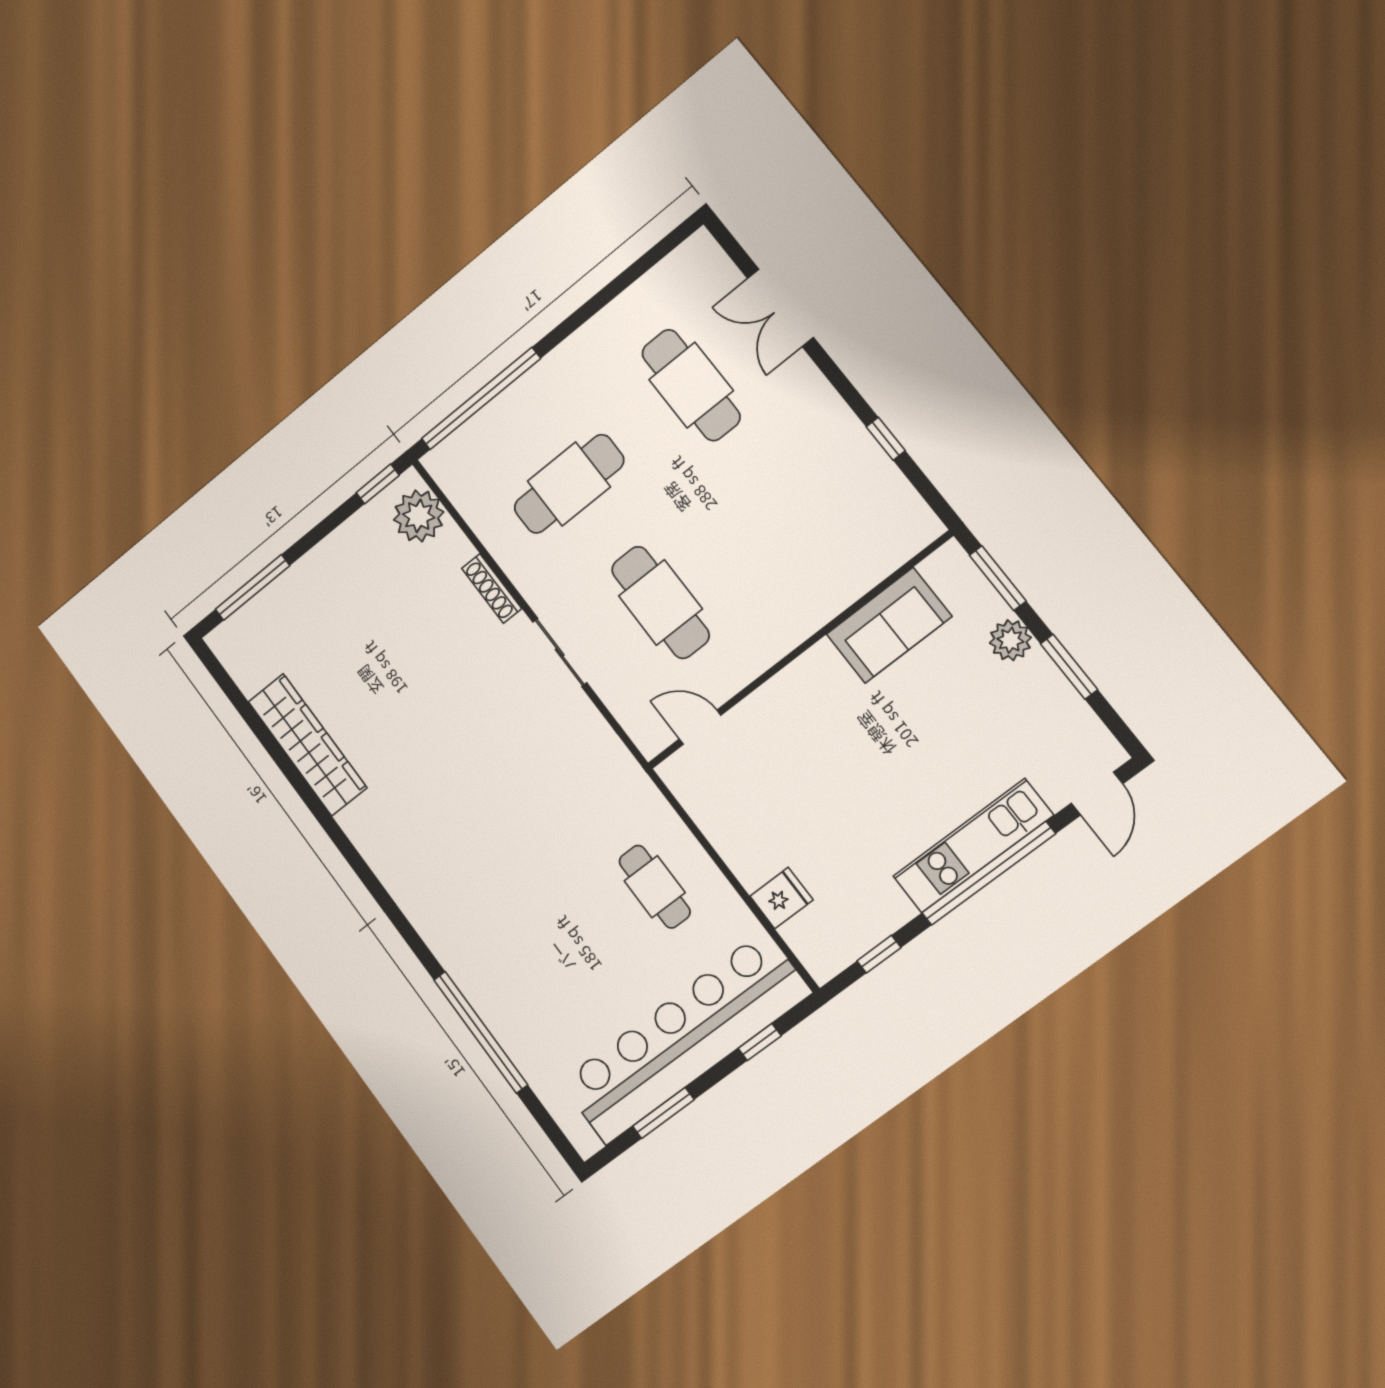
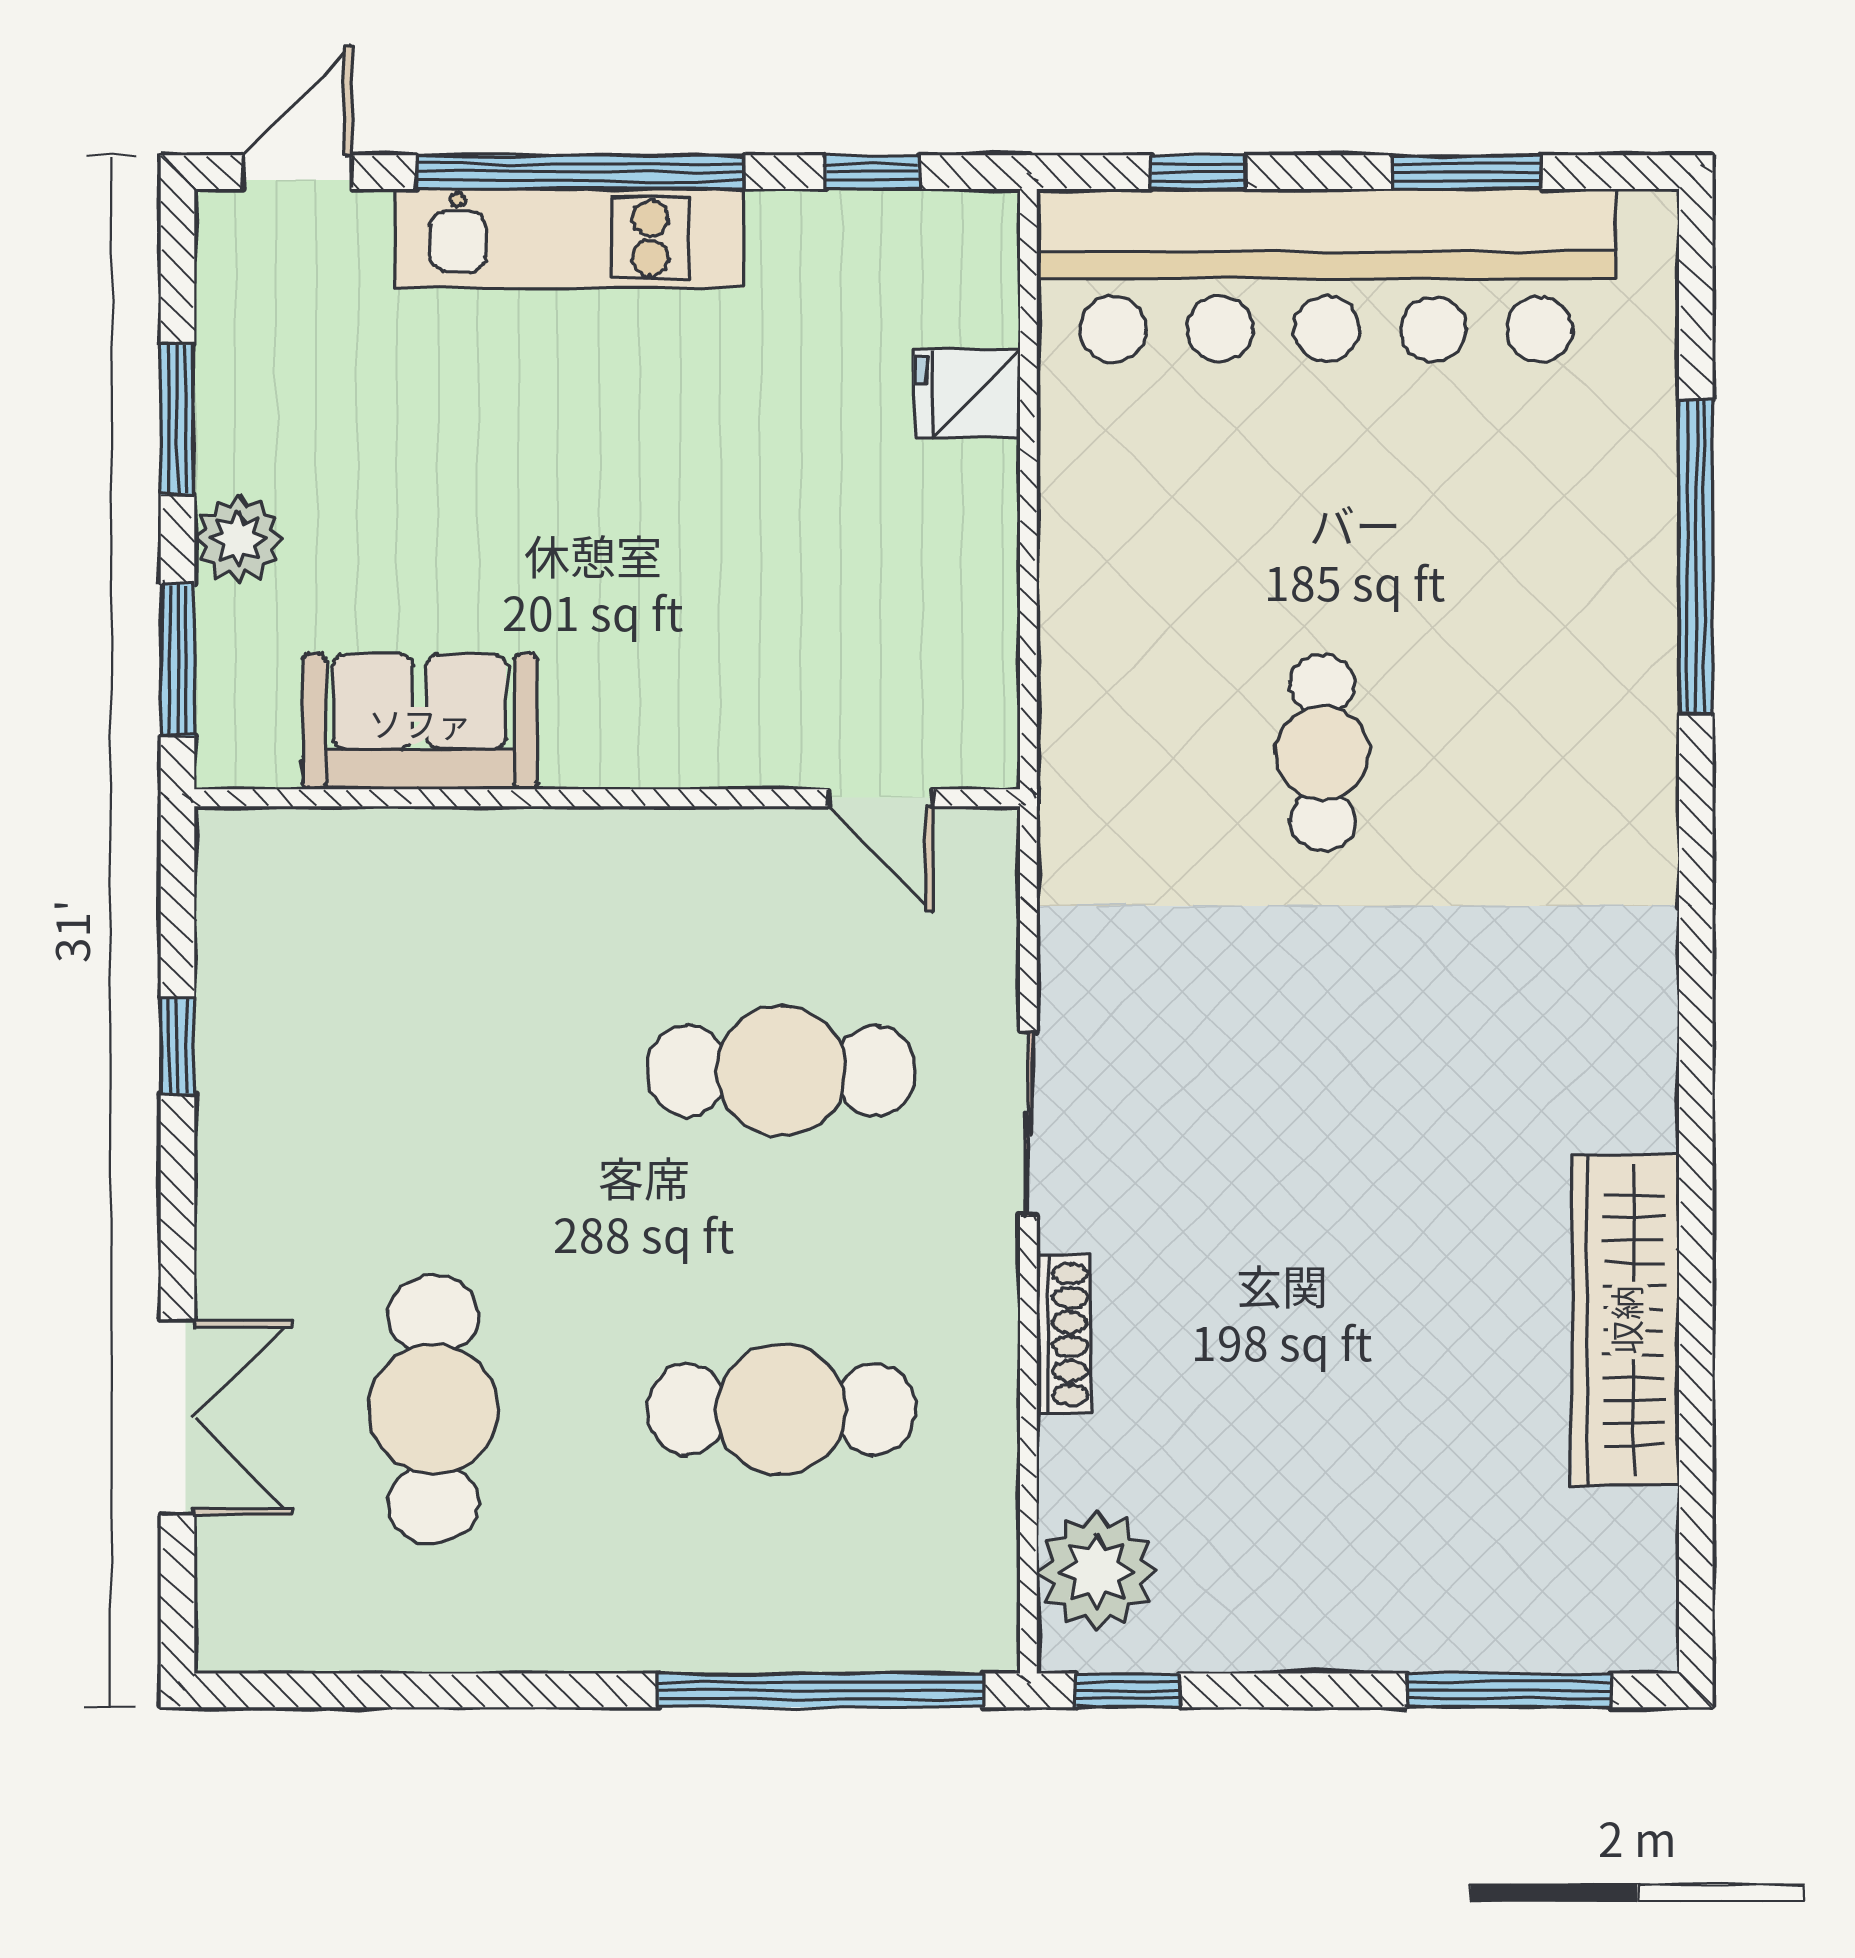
cafe table: (660, 602) -> (781, 1071), turned 90
cafe table: (655, 887) -> (1322, 753), moved

